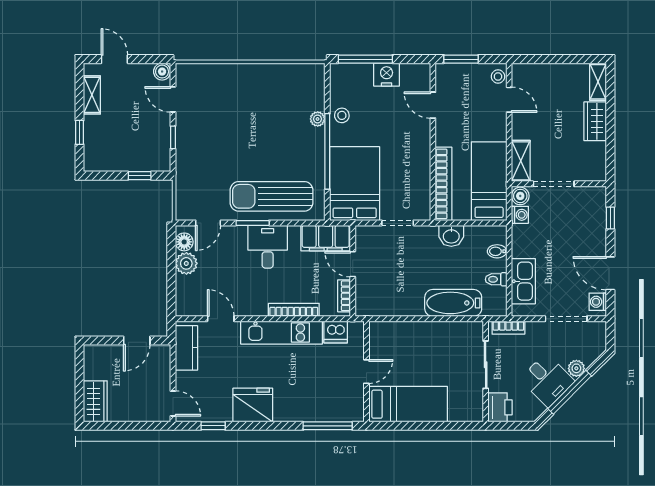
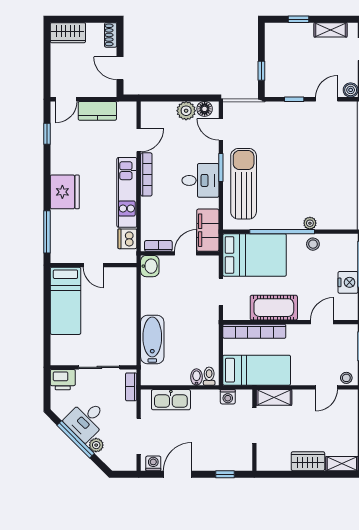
cot: (416, 161) -> (274, 308), added
boiler: (520, 196) -> (244, 397), removed
washbasin: (451, 236) -> (150, 266), moved, turned 180
toilet: (496, 279) -> (209, 376), moved
bookcase: (294, 310) -> (146, 174), moved
kitchen counter: (186, 348) -> (97, 111), moved
shoe rack: (98, 352) -> (111, 35), added
fridge: (253, 405) -> (65, 192), moved

